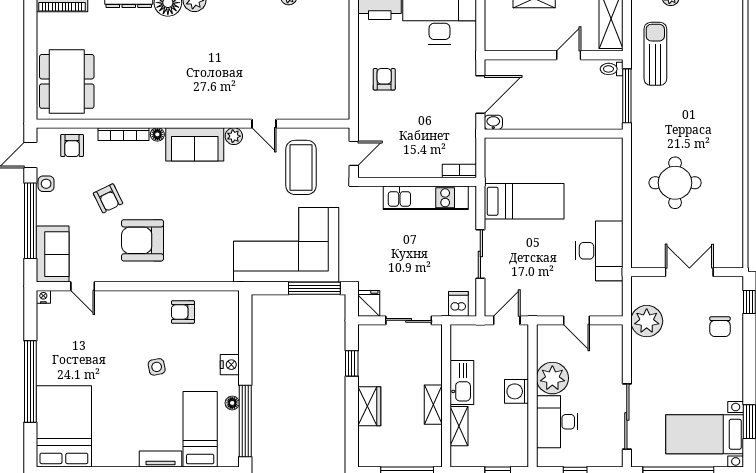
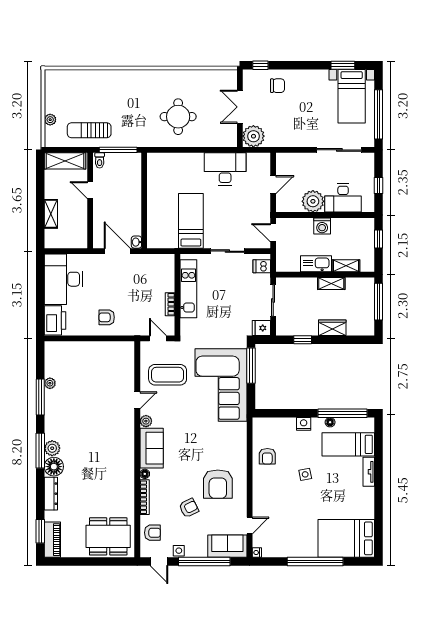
bookcase: (459, 171) -> (170, 304), moved
plant: (647, 321) -> (253, 136), moved

